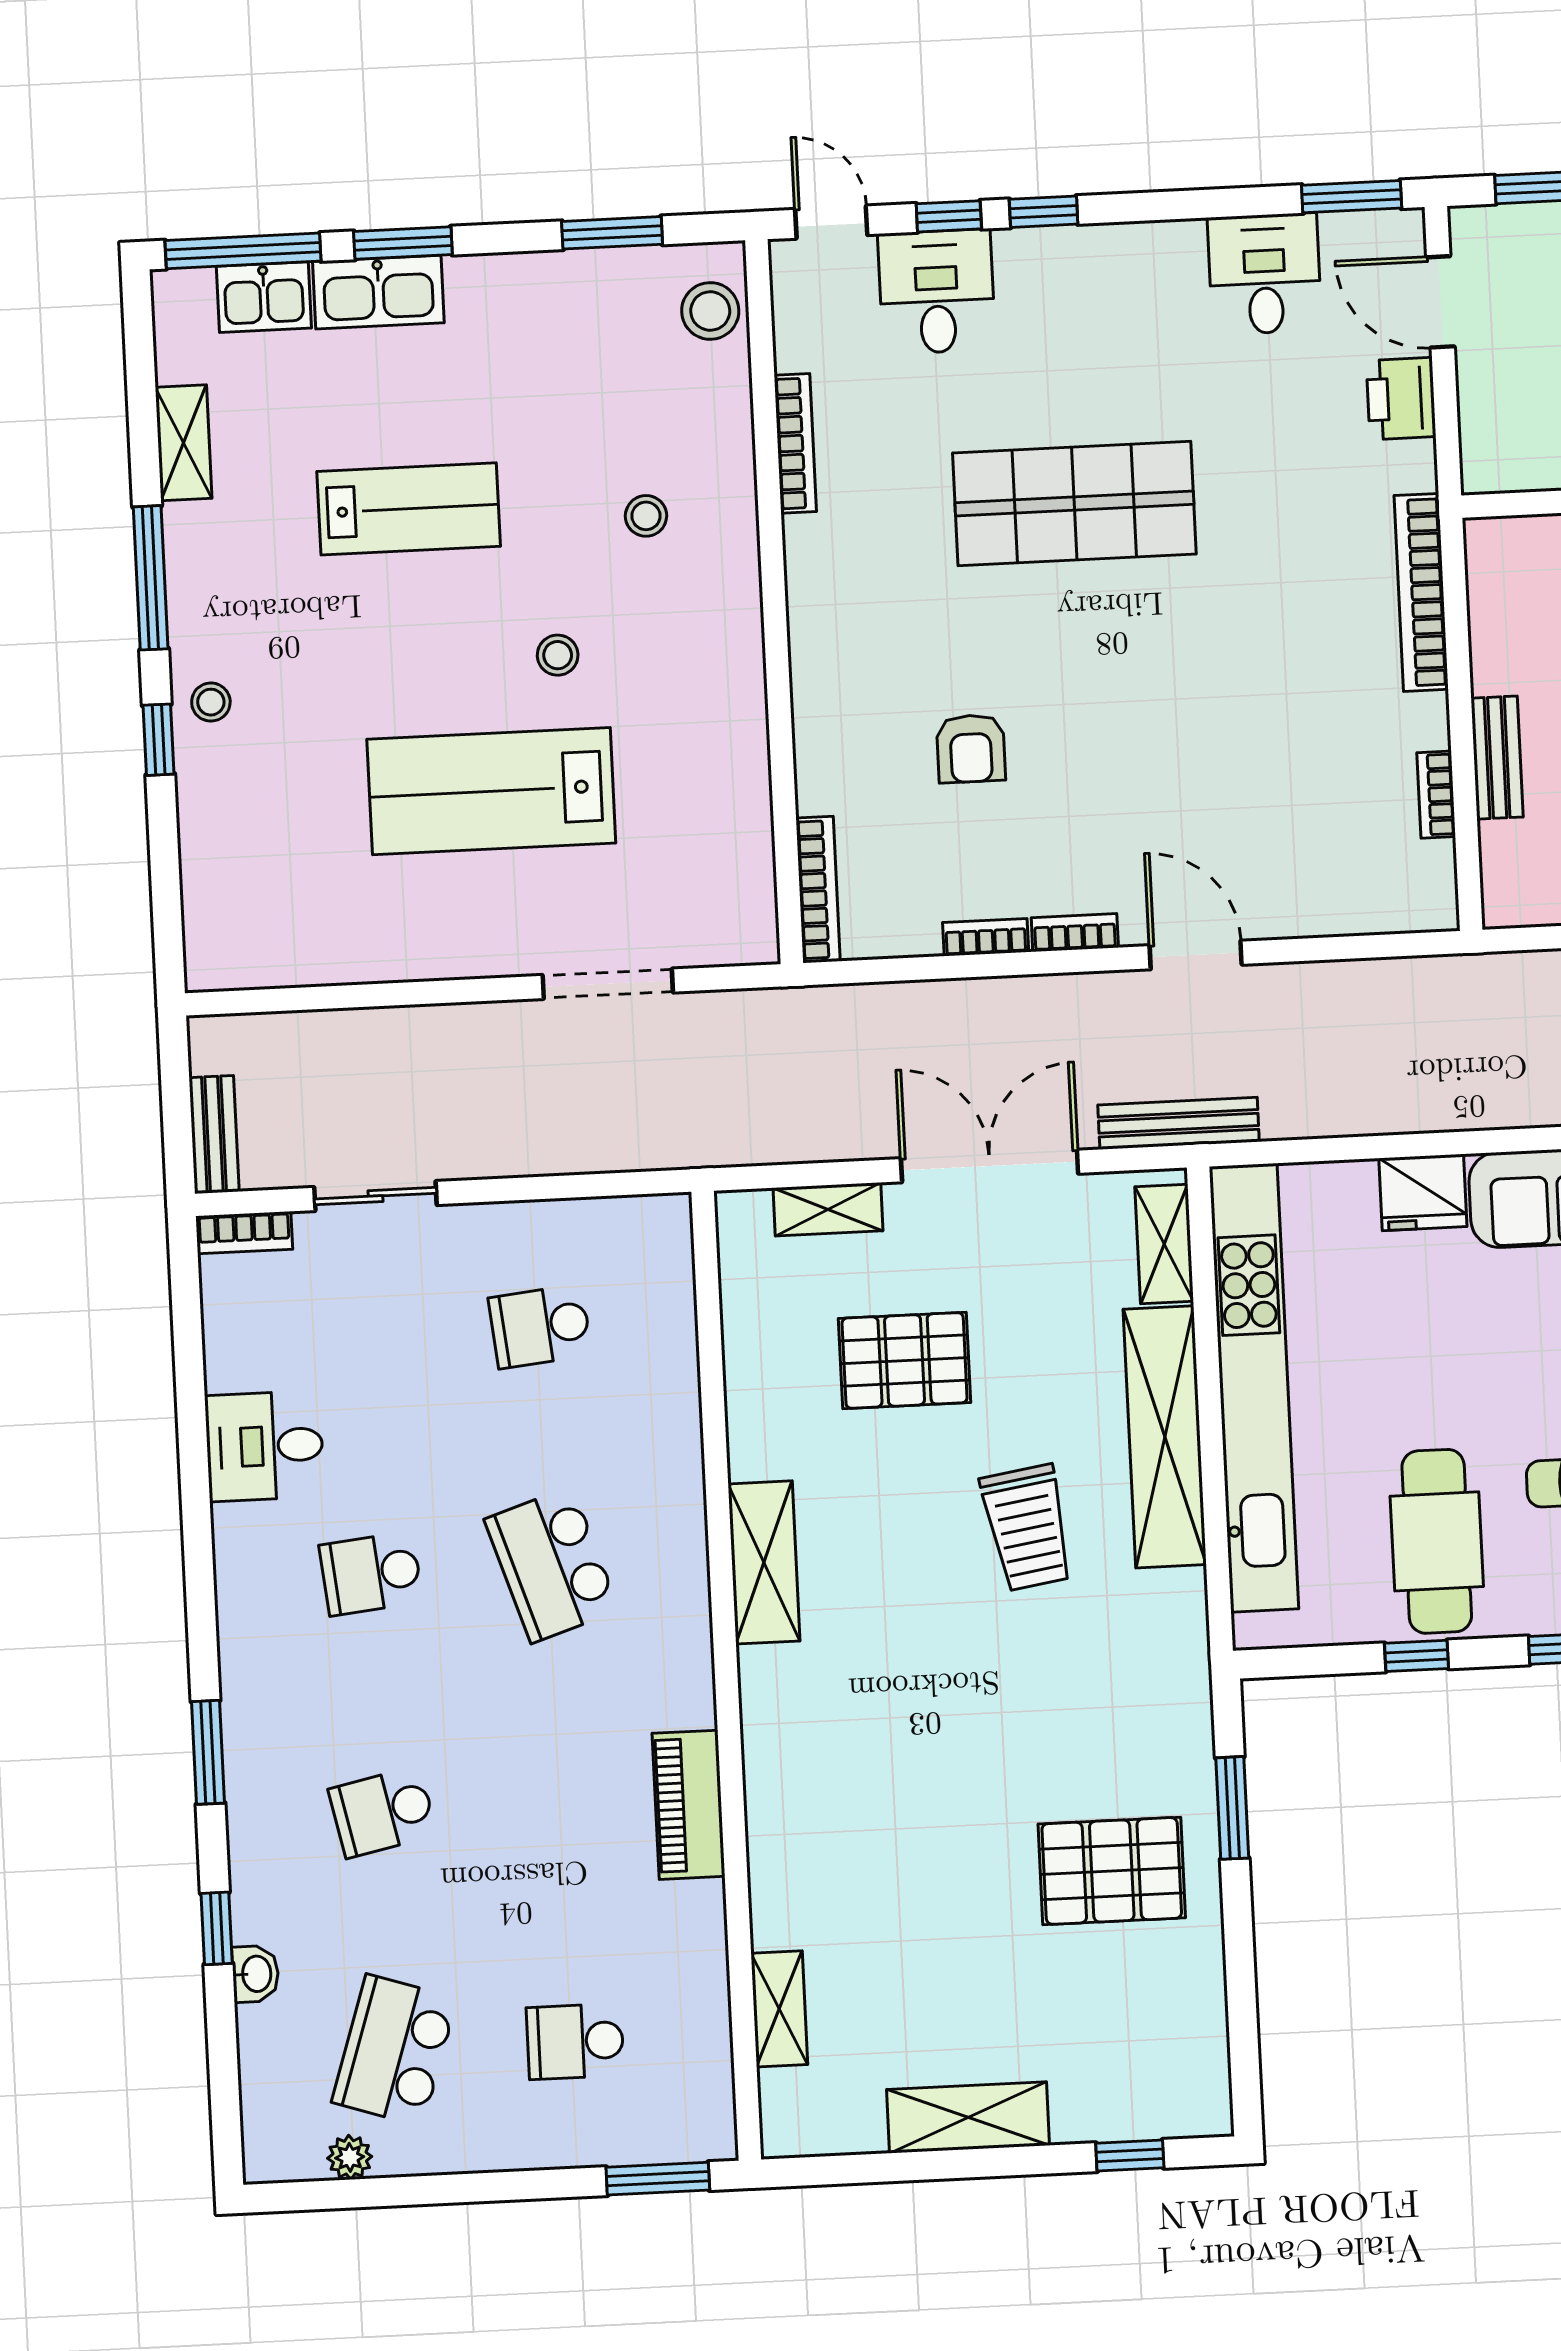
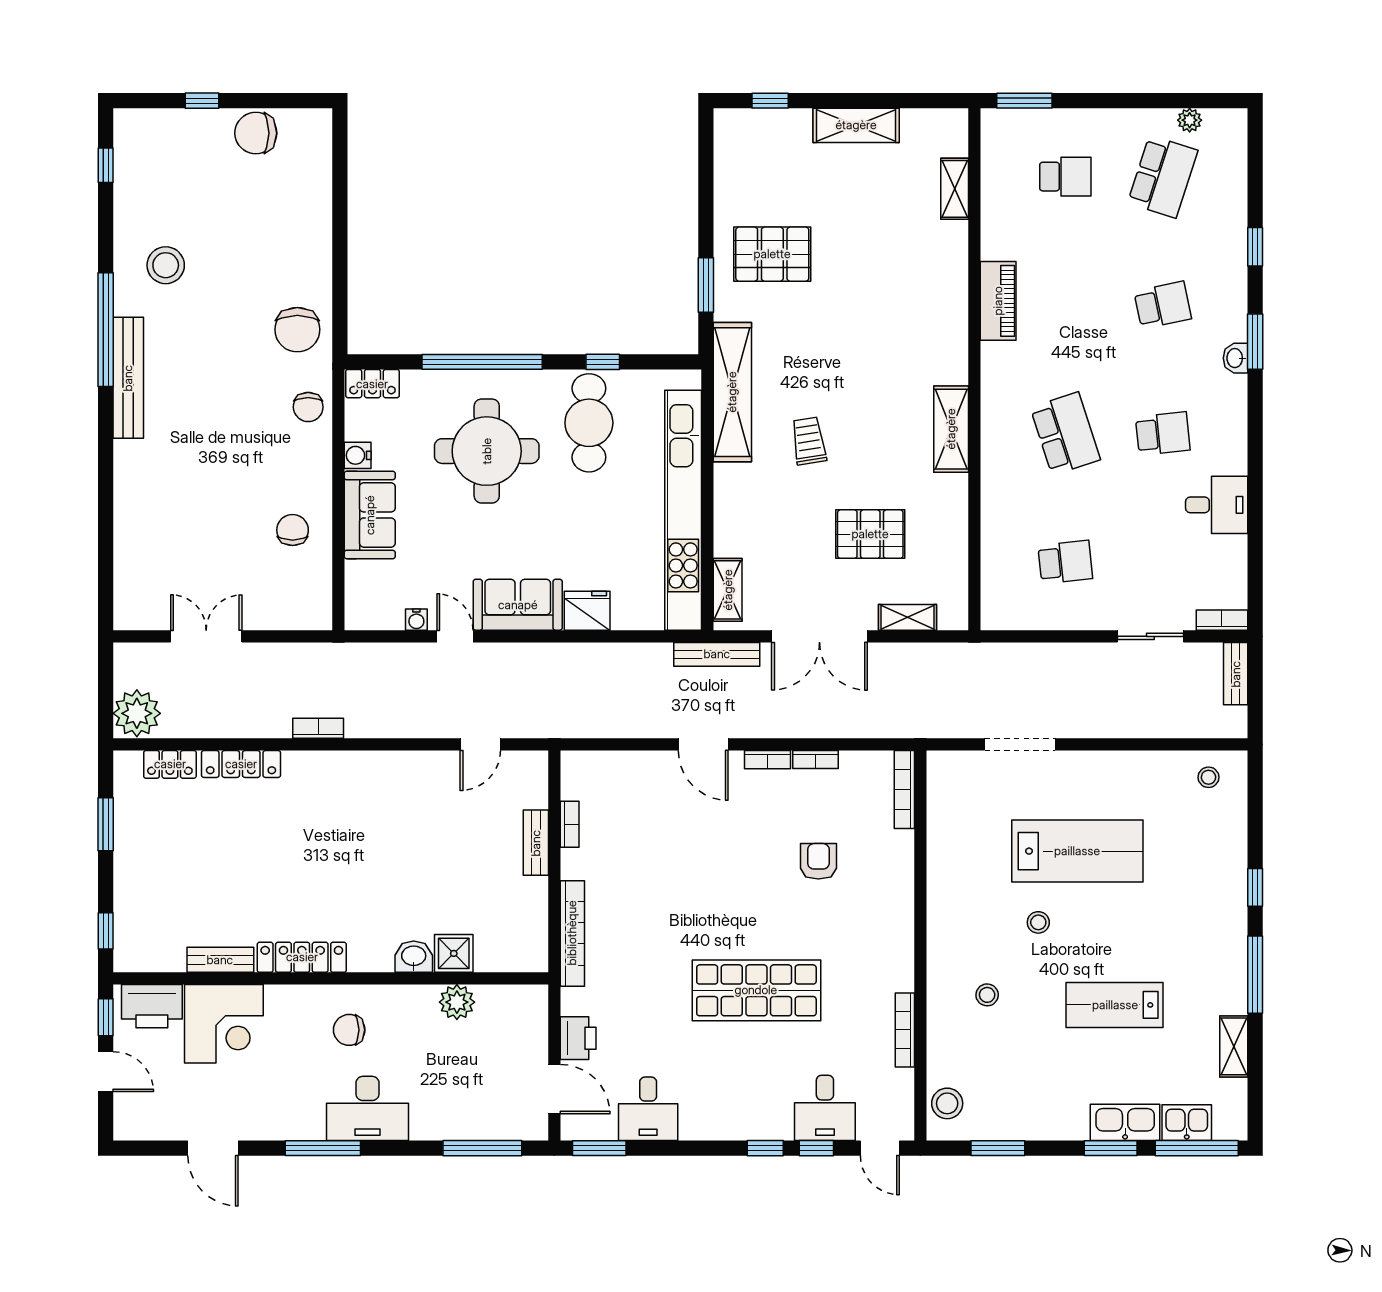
stool: (211, 702) -> (1208, 777), moved
shelving: (1165, 1437) -> (732, 392), moved
trolley: (1027, 1528) -> (809, 441), width x0.73, depth x0.72
washbasin: (255, 1974) -> (1235, 358), moved

